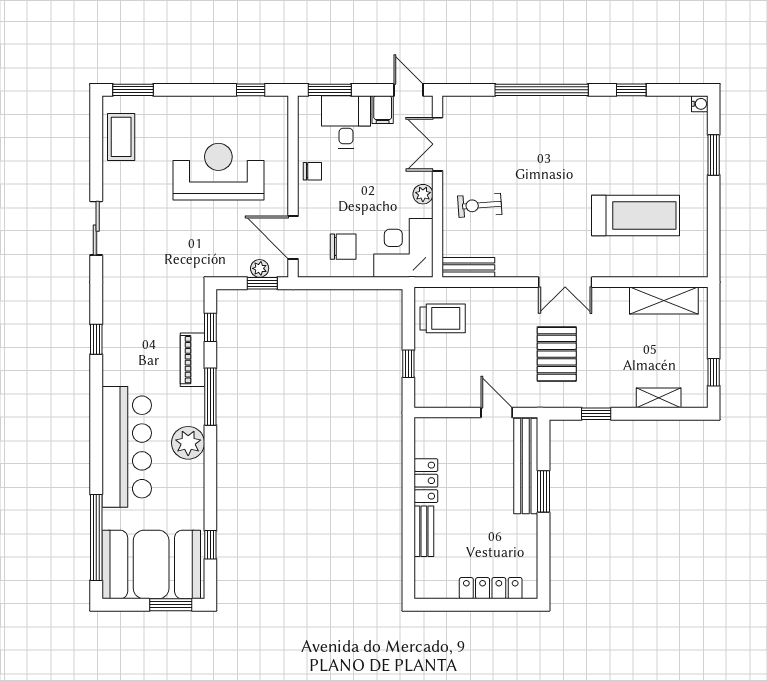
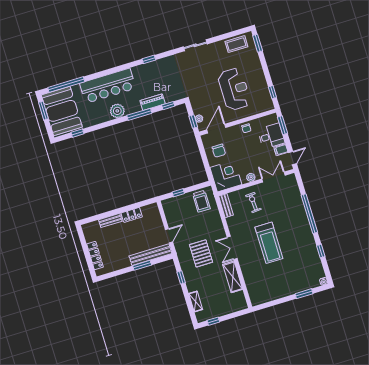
treadmill: (636, 216) -> (269, 243), moved
shelving: (664, 300) -> (233, 277), moved
pallet: (557, 354) -> (201, 253), turned 90
window: (171, 605) -> (43, 111), moved

